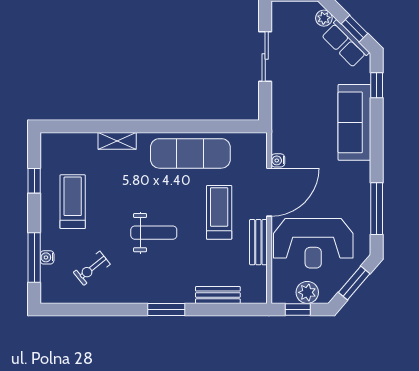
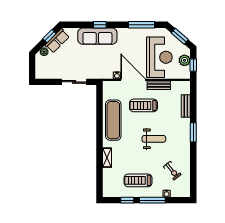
sliding door: (265, 56) -> (74, 82), moved
window: (377, 85) -> (100, 25), moved
weight bench: (154, 233) -> (154, 139), turned 90
window: (34, 258) -> (152, 200), moved

